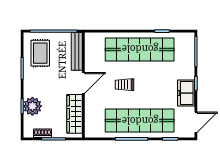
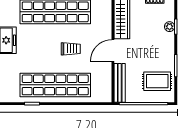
rug: (40, 53) -> (157, 81), turned 90
plant: (32, 106) -> (170, 27), width x0.53, depth x0.53

